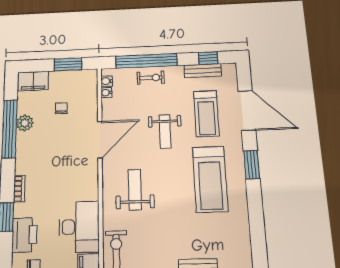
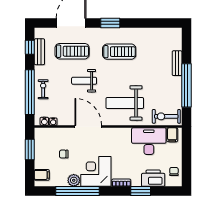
filing cabinet: (33, 81) -> (42, 175), width x0.50
weight bench: (165, 131) -> (84, 81), turned 180
corner desk: (36, 152) -> (96, 171), added
treadmill: (210, 179) -> (119, 52), width x0.73, depth x0.73
weight bench: (135, 190) -> (125, 103), width x1.36, depth x1.33

